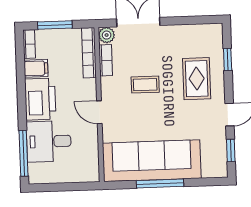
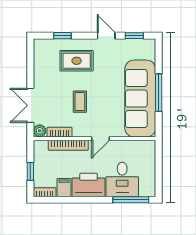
window: (55, 25) -> (30, 171), width x0.67
bookcase: (89, 53) -> (68, 145), moved

